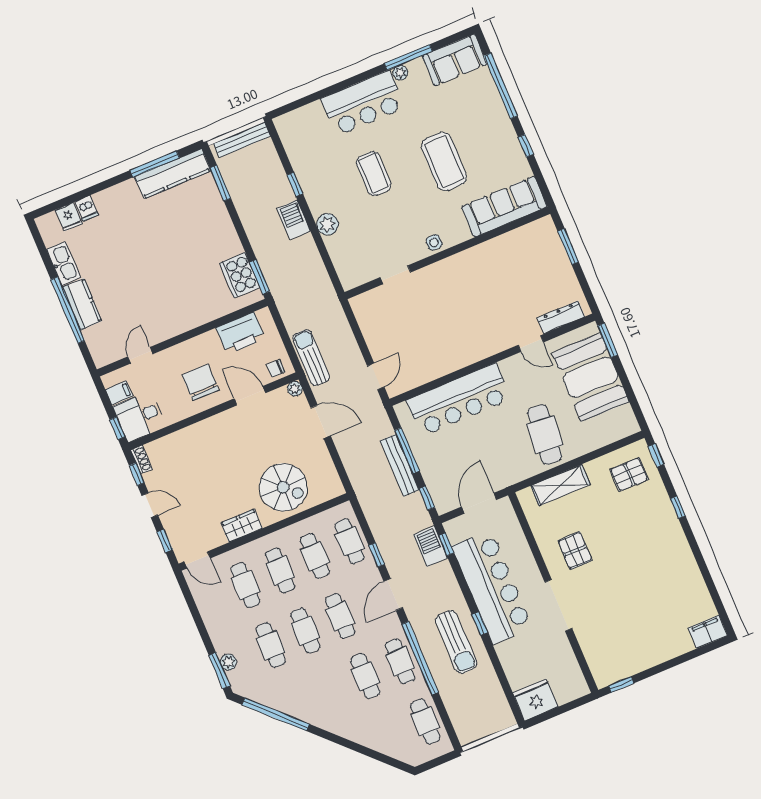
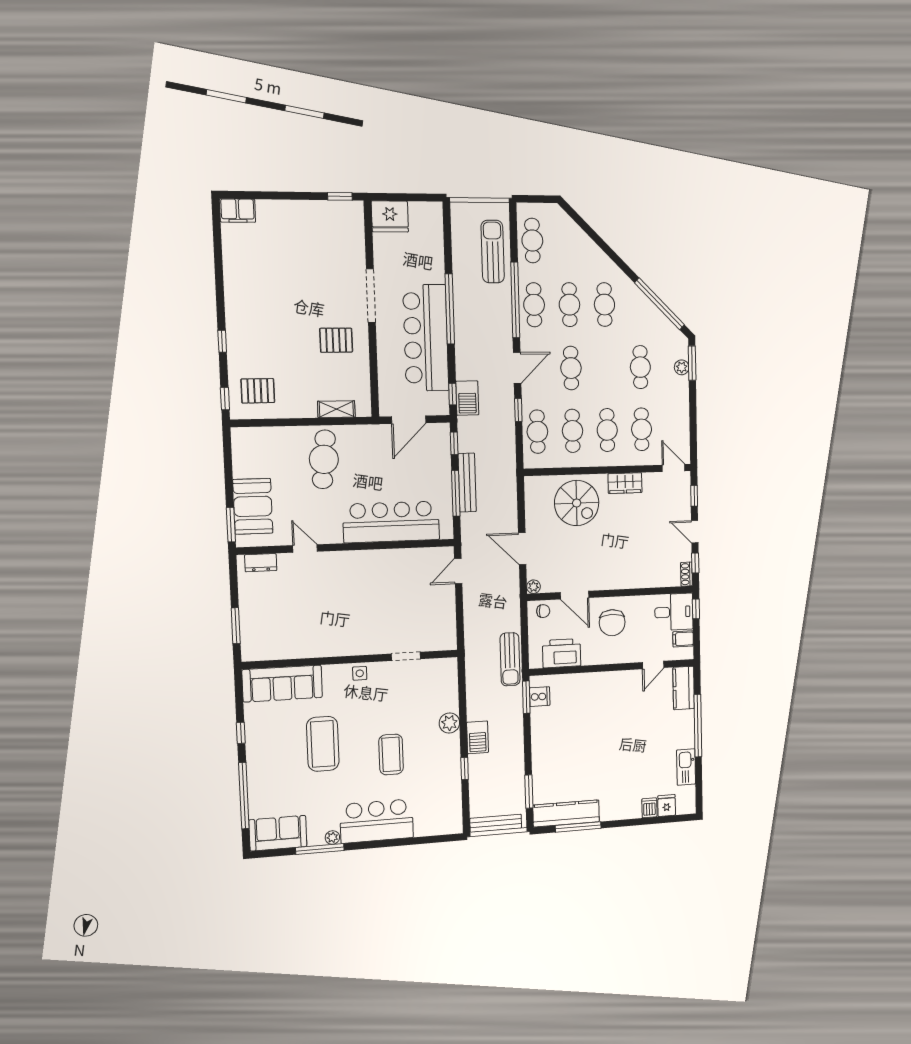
cooker: (240, 275) -> (540, 697), width x0.53, depth x0.76
kitchen counter: (82, 304) -> (684, 688), moved
dresser: (561, 317) -> (261, 563), width x0.70
sun lounger: (311, 358) -> (510, 659), moved
booth: (591, 377) -> (253, 506), width x0.73, depth x0.70
shelving: (560, 485) -> (336, 409), width x0.67, depth x0.75
spiral stairs: (283, 487) -> (577, 503), turned 180
pallet: (575, 550) -> (336, 340), turned 90
window: (480, 624) -> (450, 309), width x3.17
cafe table: (305, 631) -> (604, 305), moved
sun lounger: (456, 642) -> (493, 252), moved
fridge: (535, 700) -> (390, 216), moved

